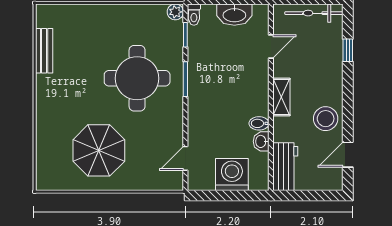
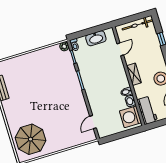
round table: (137, 78) -> (55, 88), removed
parasol: (99, 150) -> (31, 139), moved
washing machine: (232, 174) -> (130, 117), moved, turned -90

